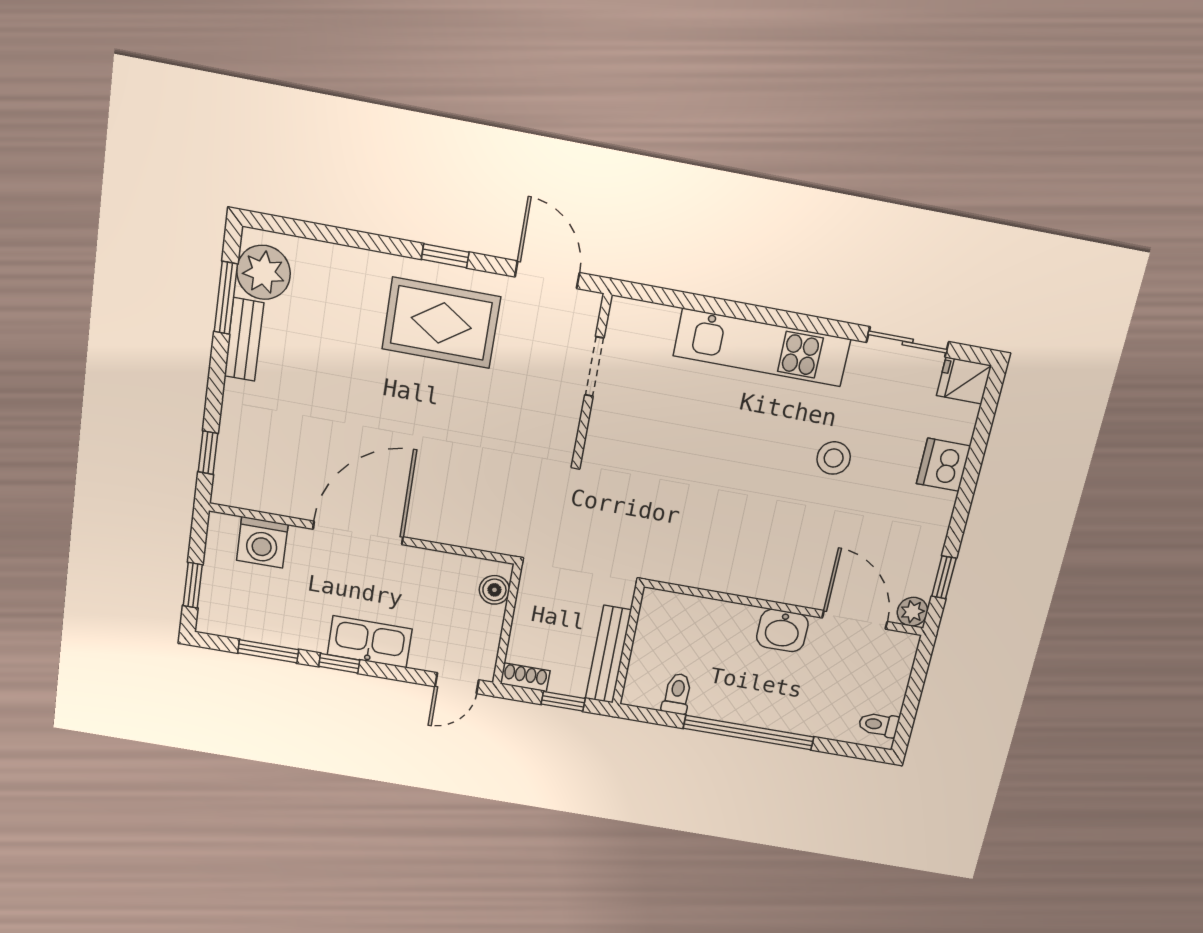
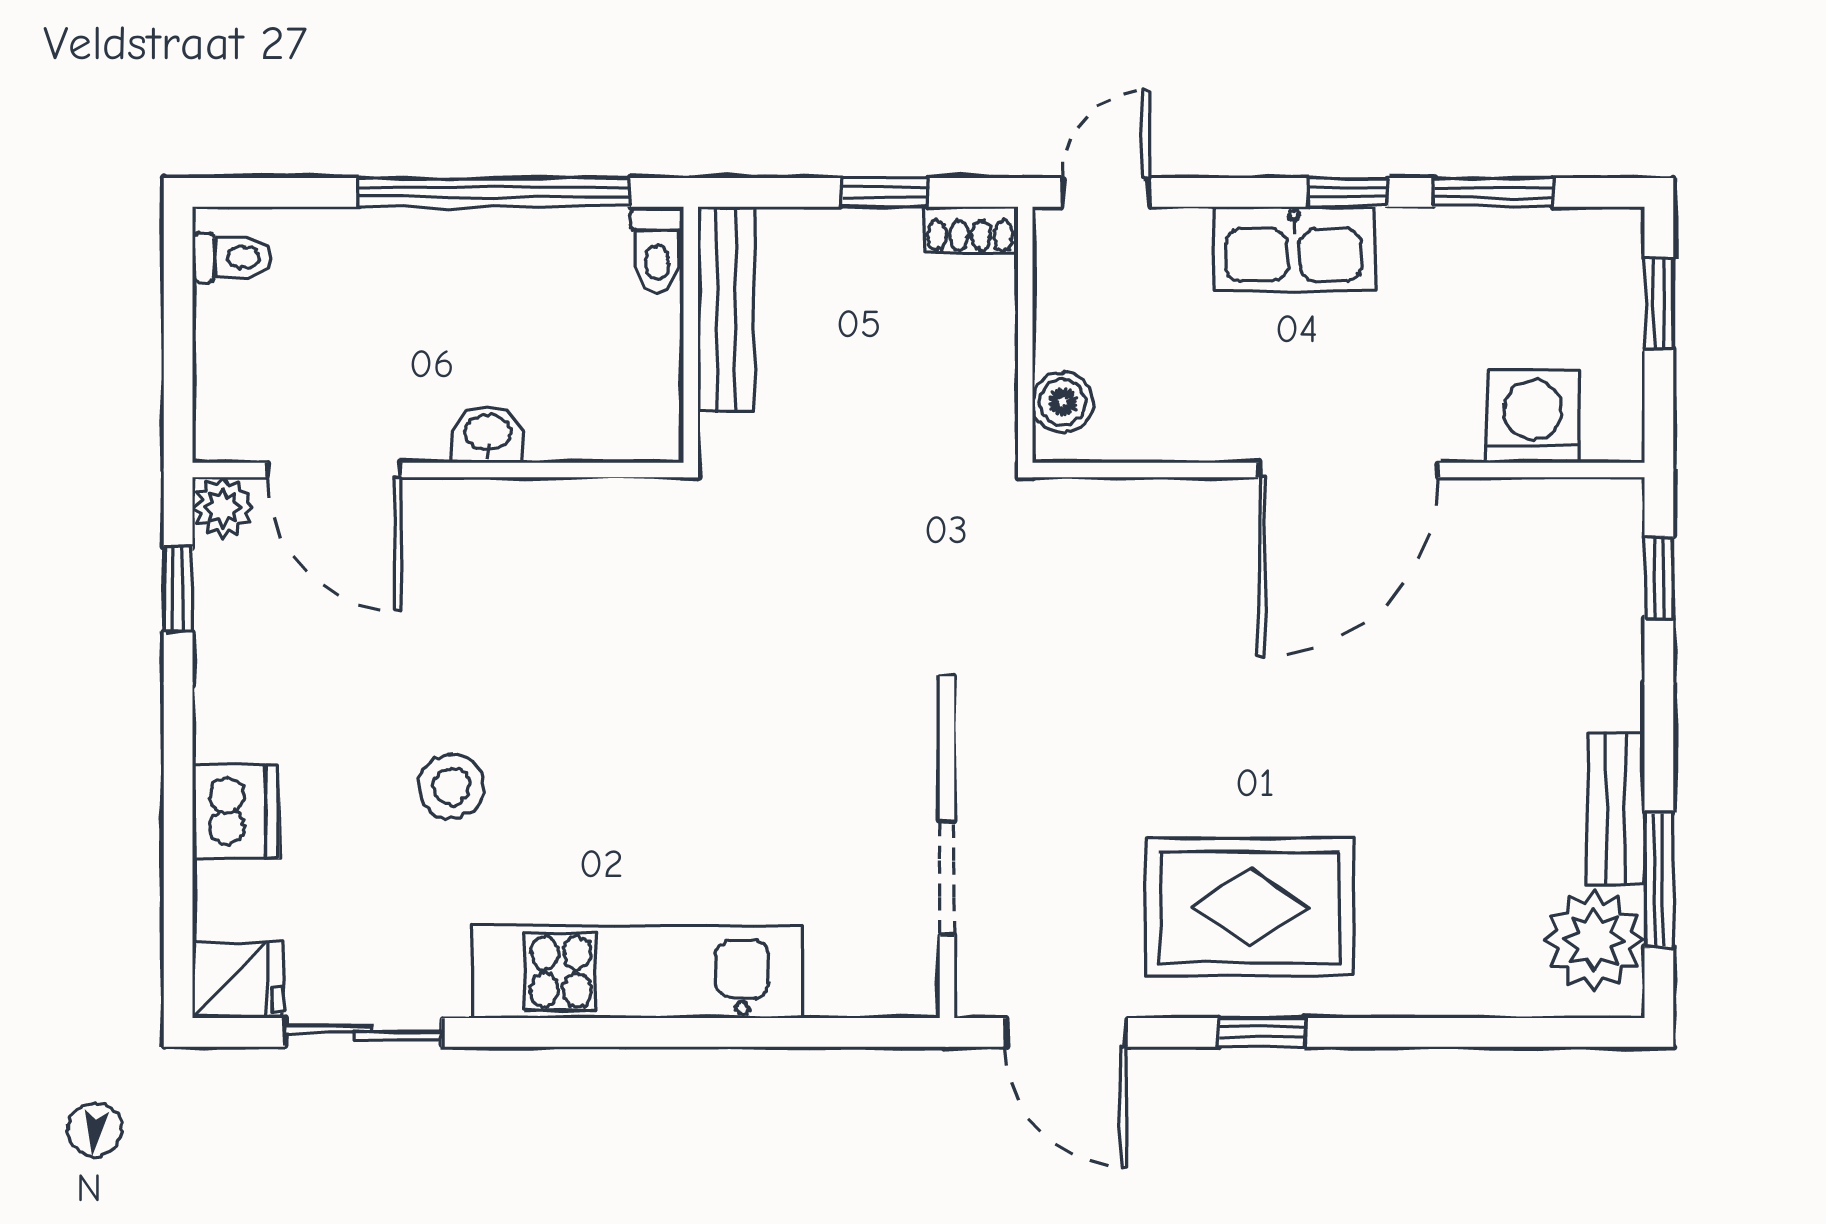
washbasin: (782, 630) -> (487, 434), width x0.72, depth x0.69
wall: (628, 645) -> (691, 335), moved
bench: (608, 654) -> (726, 308), moved

